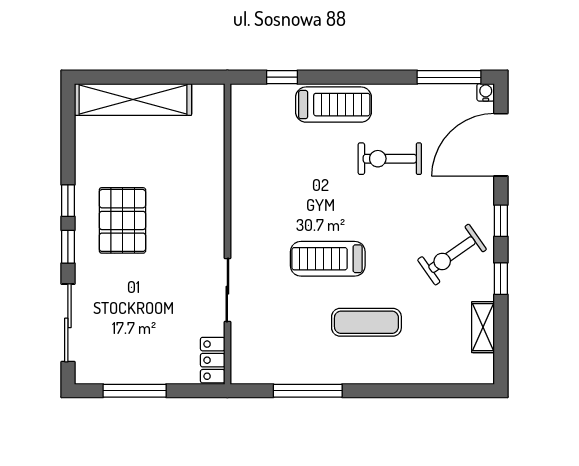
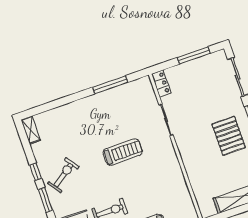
window: (501, 221) -> (45, 200), width x1.50
exercise mat: (366, 322) -> (93, 128), removed
shelving: (483, 327) -> (31, 130), moved

